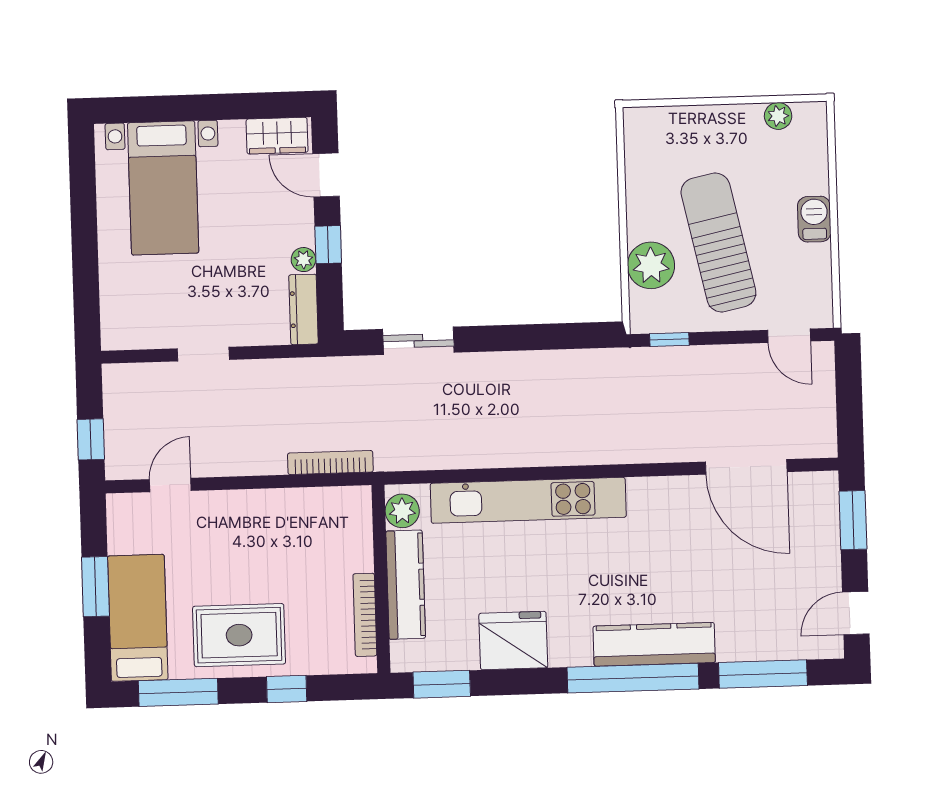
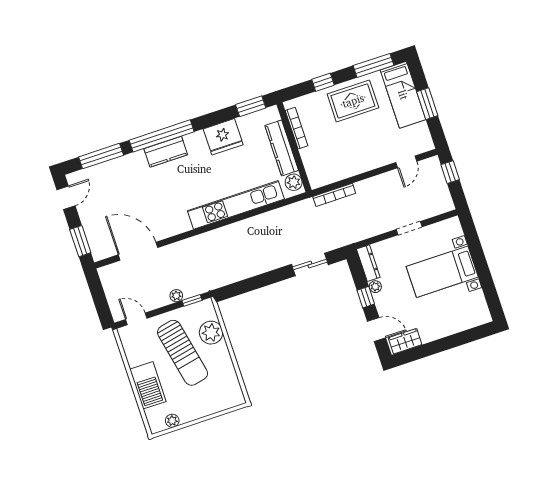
bed with nightstands: (163, 188) -> (442, 272), moved, turned -90
barbecue: (814, 219) -> (148, 385), width x1.88, depth x1.53
plant: (697, 358) -> (176, 296), added
kitchen counter: (654, 644) -> (166, 152), width x0.67

